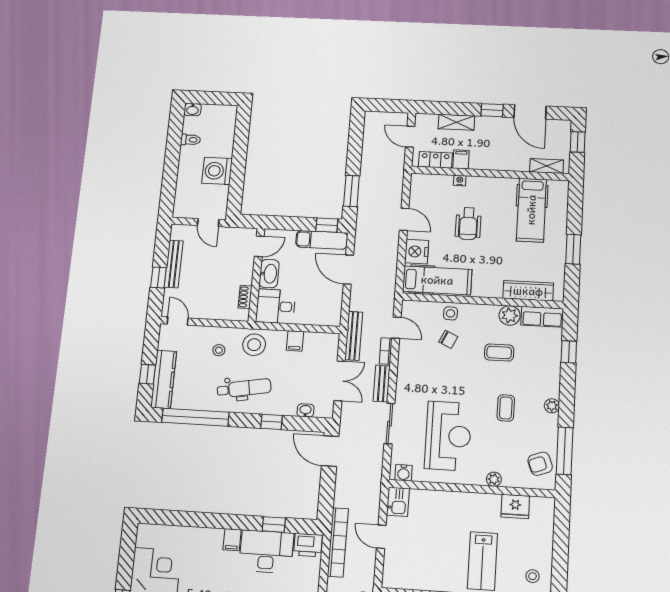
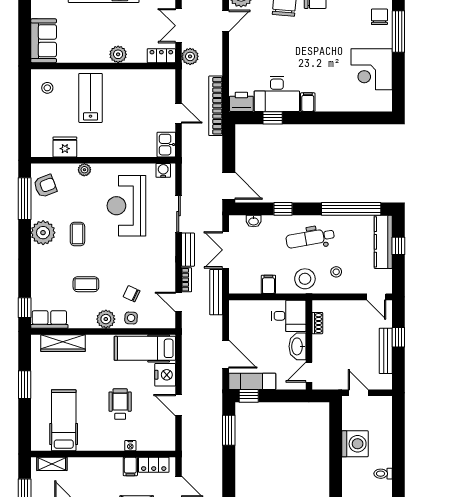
plant: (510, 315) -> (106, 319), moved
window: (569, 352) -> (25, 308), moved
plant: (552, 406) -> (43, 233), width x1.87, depth x1.87

